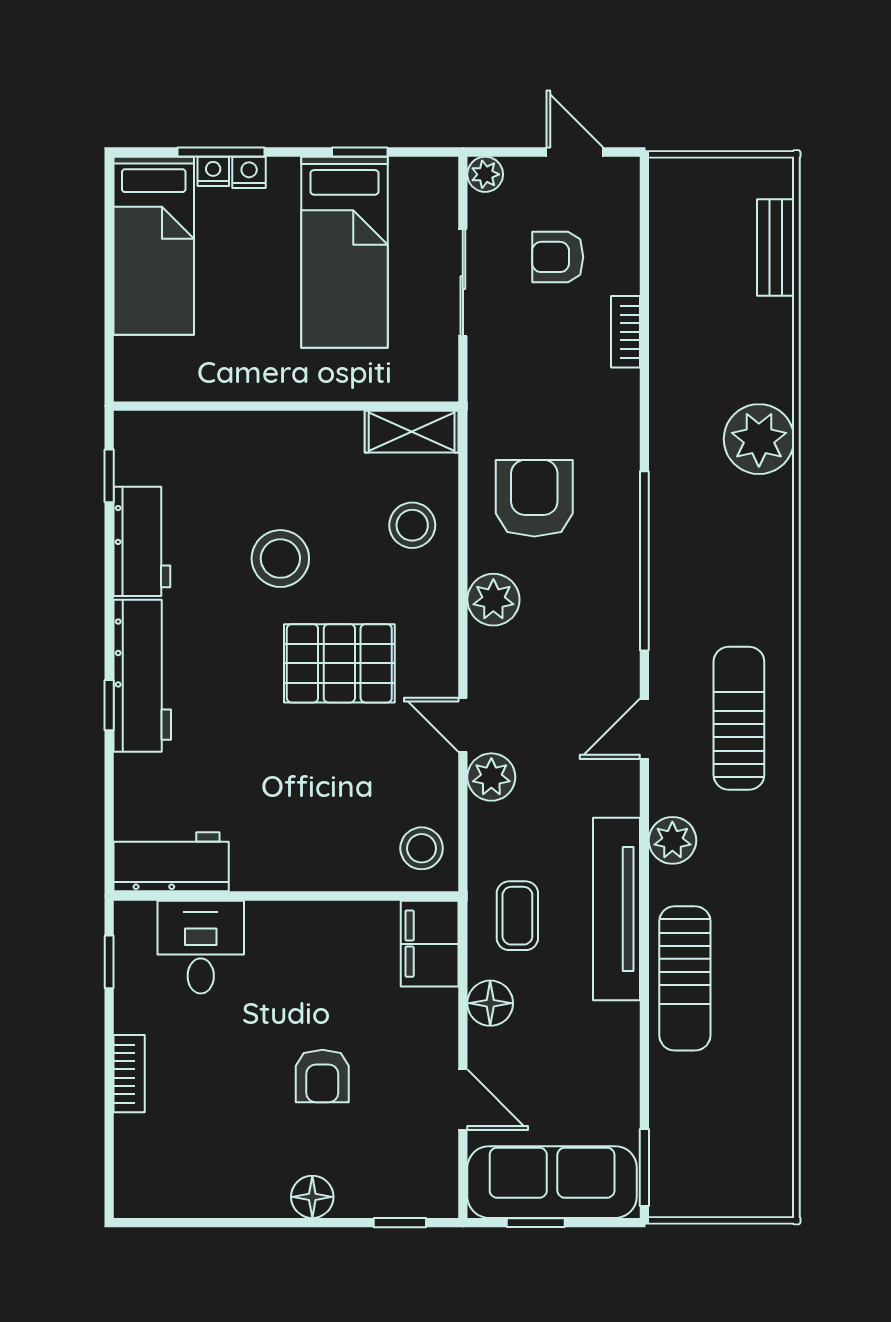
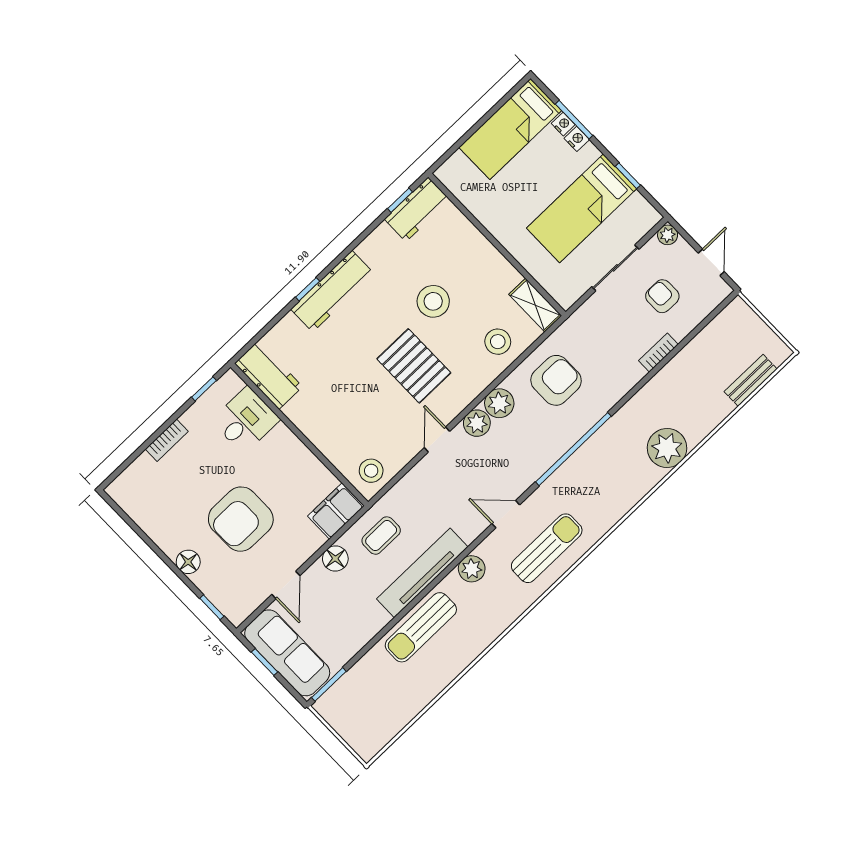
workbench: (142, 541) -> (417, 209), moved
plant: (491, 777) -> (477, 423), moved
armchair: (322, 1076) -> (241, 519), width x1.88, depth x1.88

